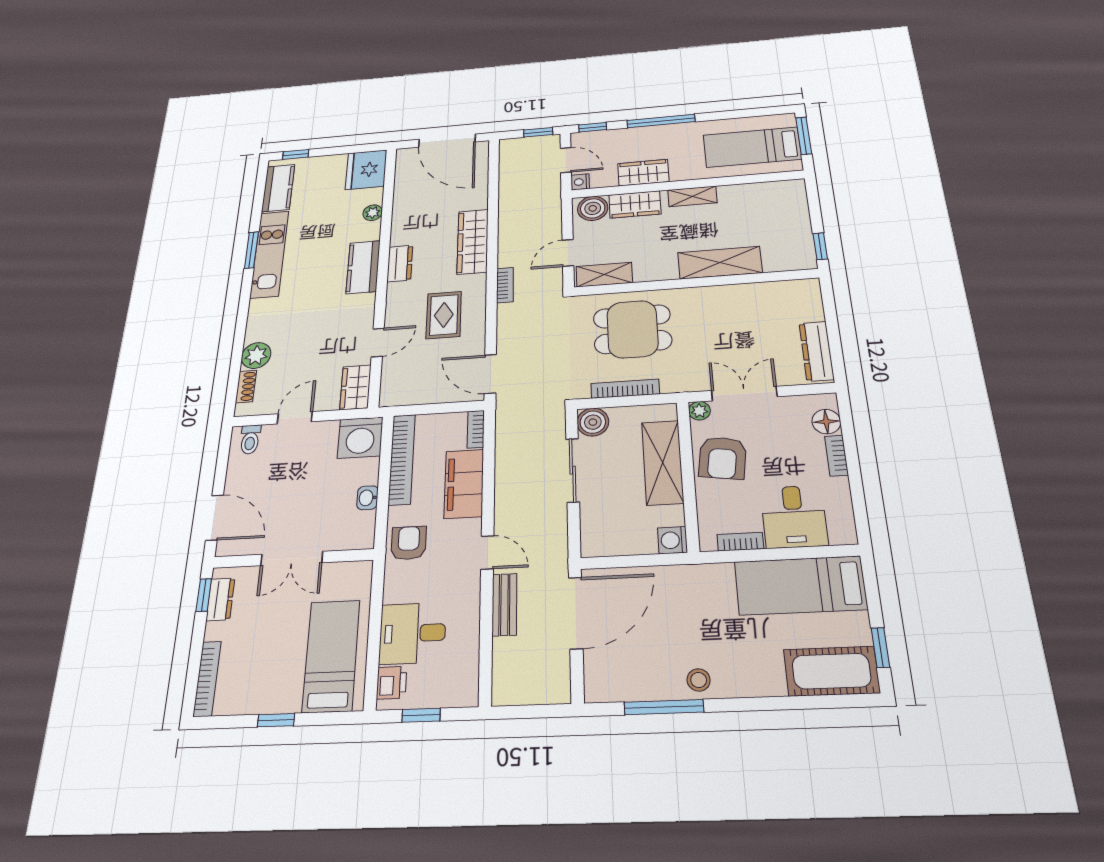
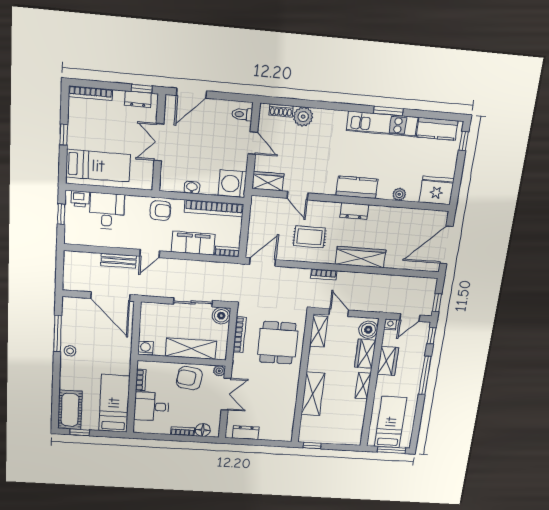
dresser: (817, 351) -> (246, 433), width x0.70

